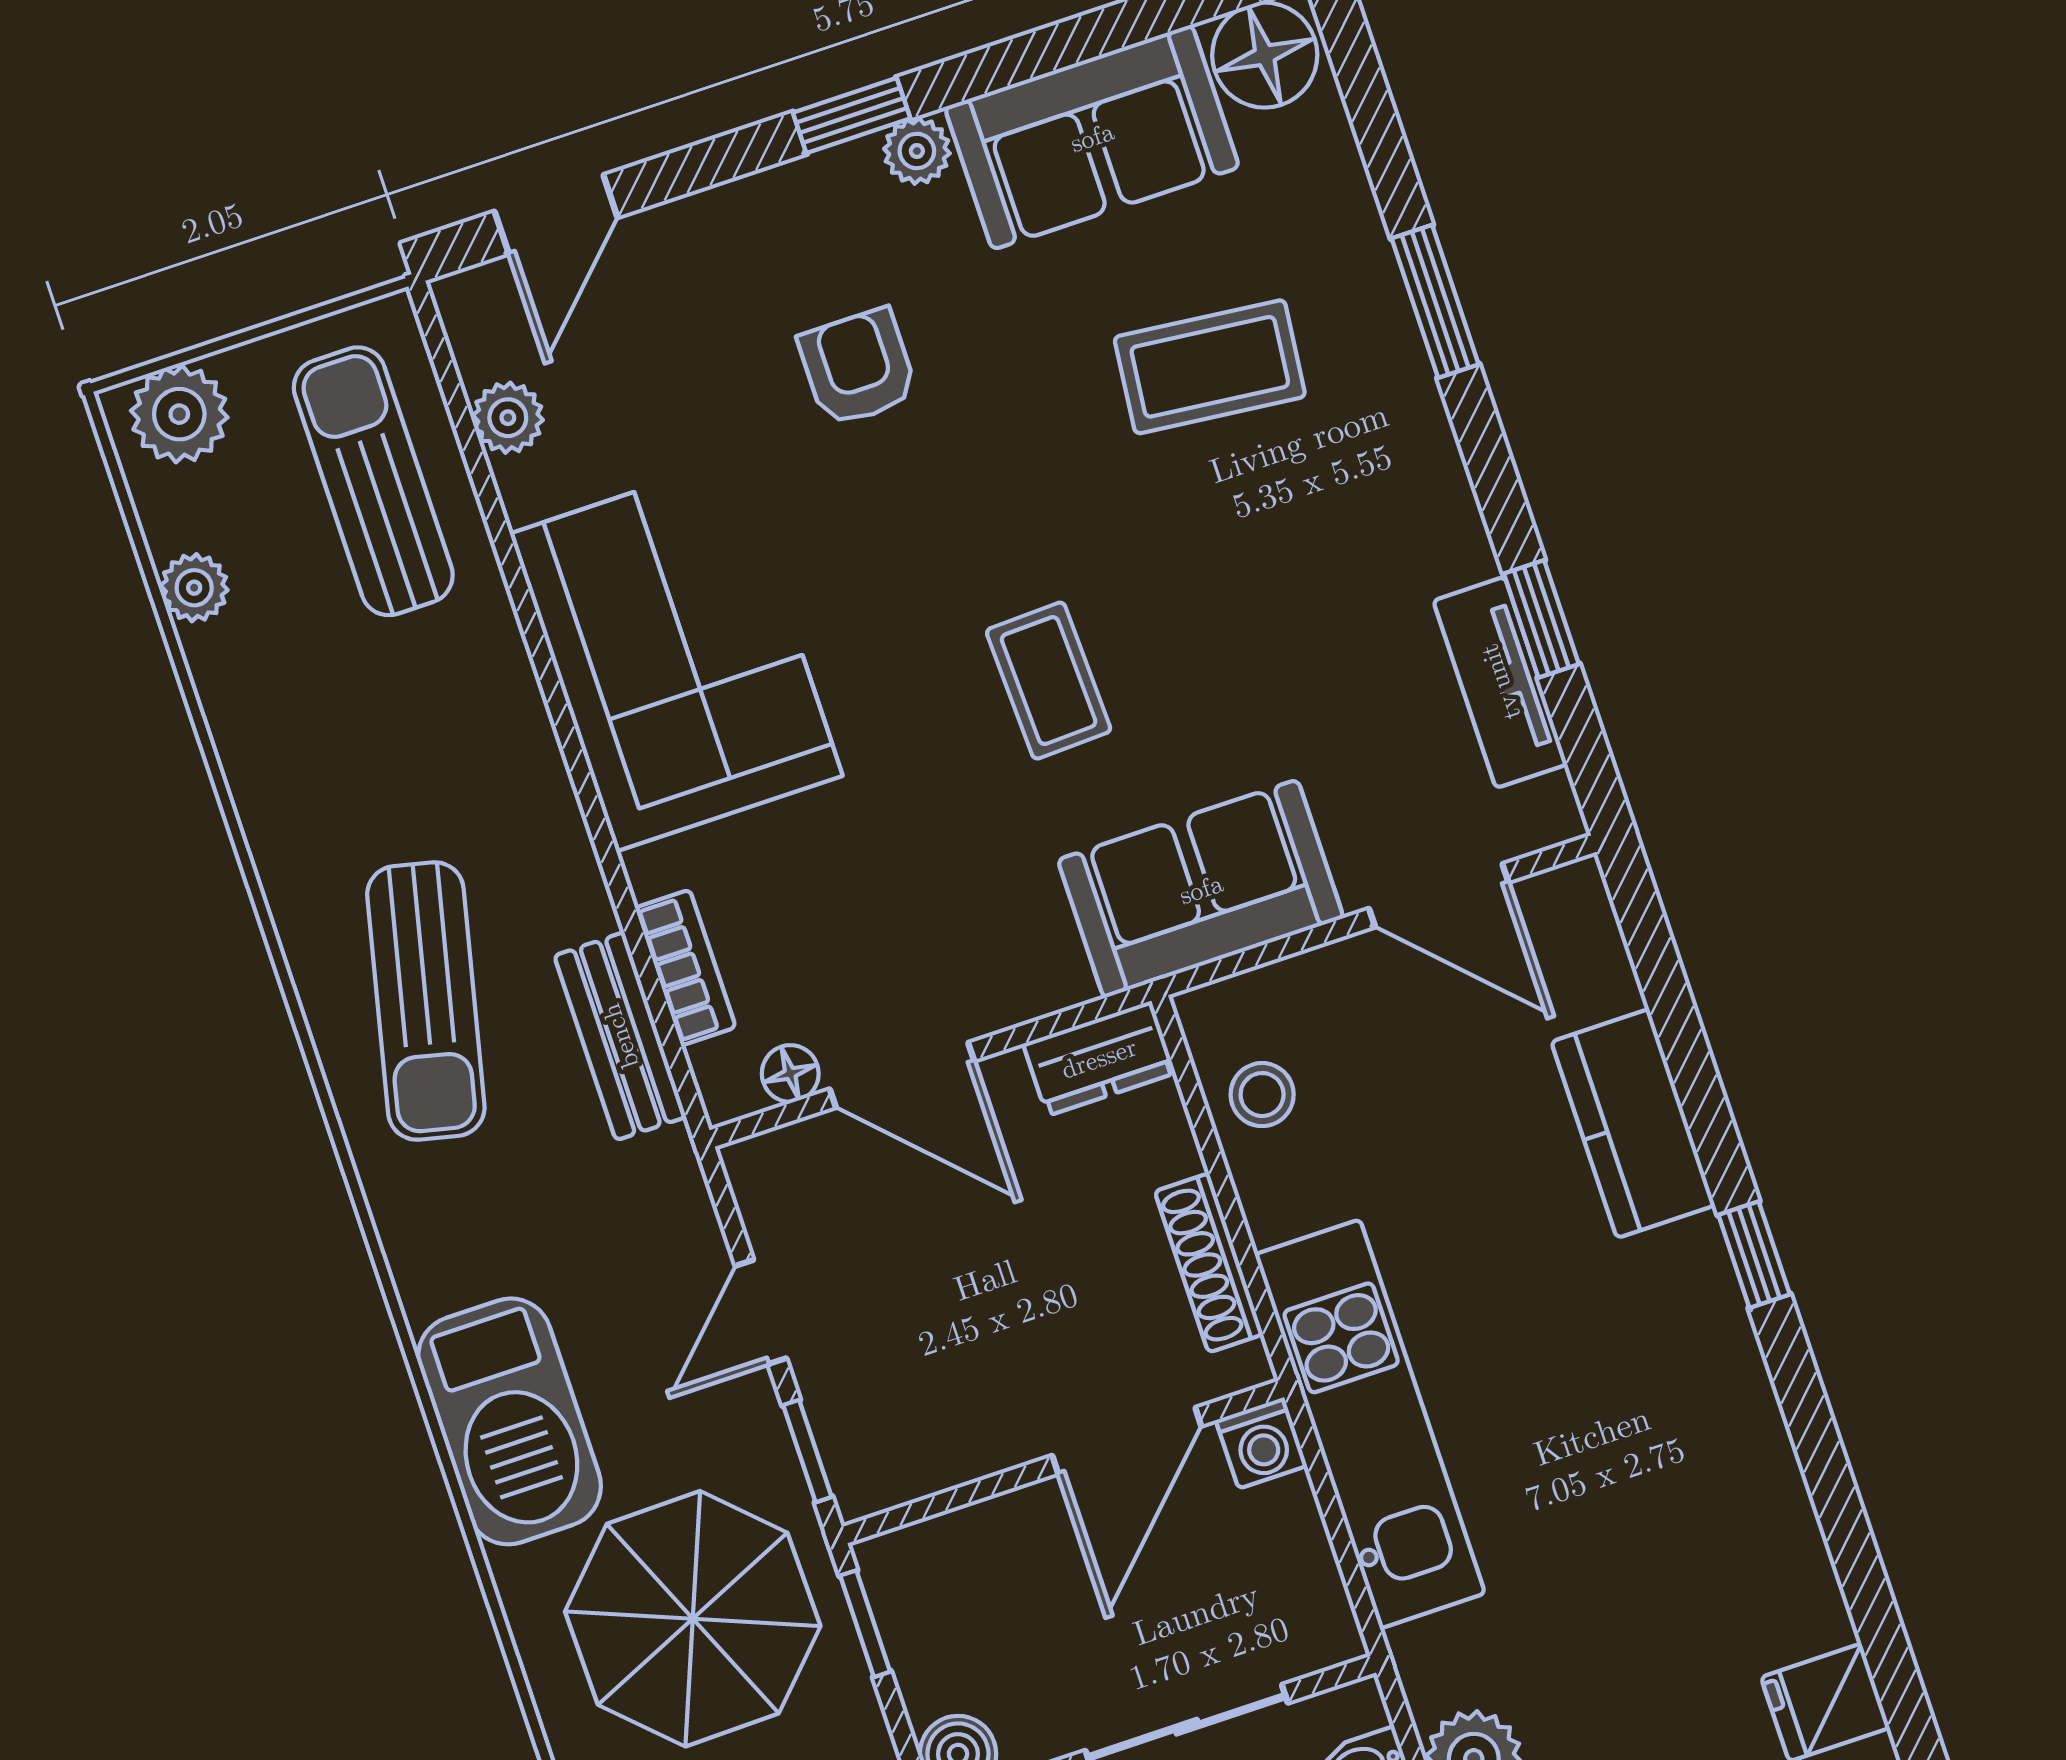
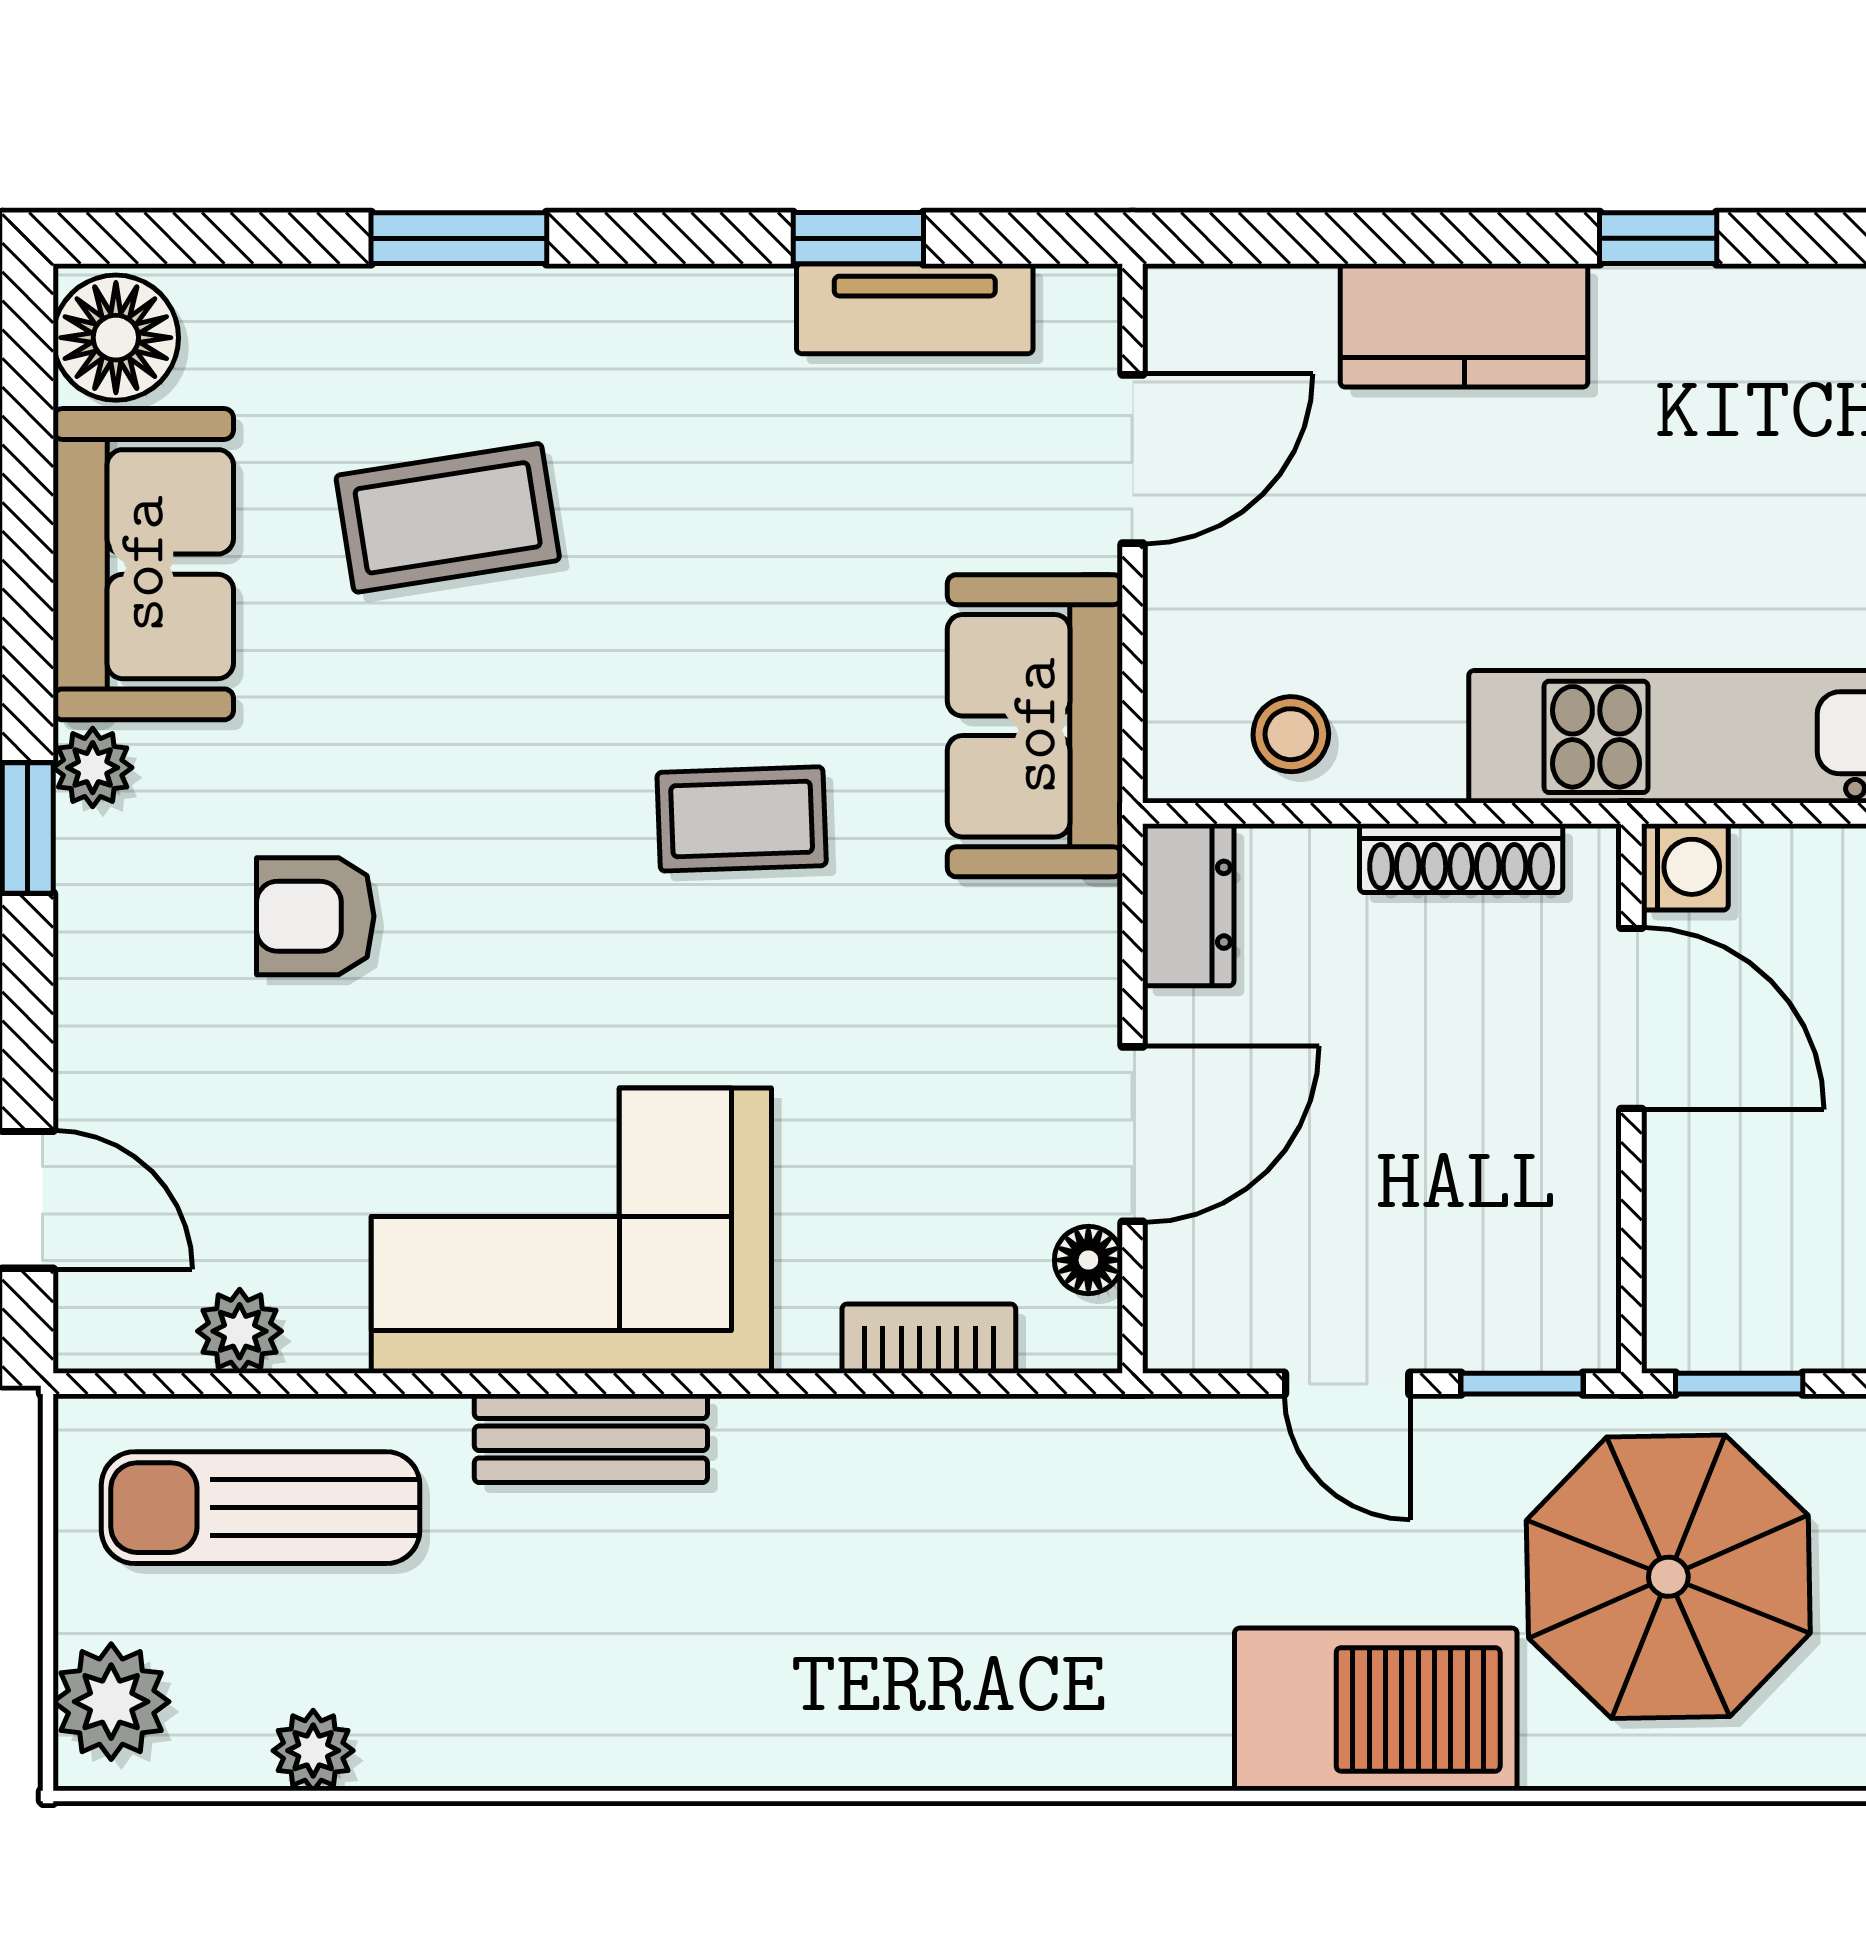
coffee table: (1210, 367) -> (448, 518), turned 75
sun lounger: (426, 1001) -> (868, 1645), removed
bench: (620, 1036) -> (591, 1438), moved

